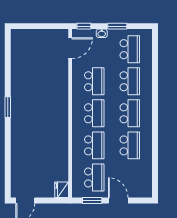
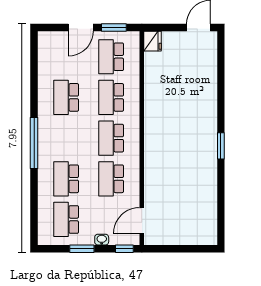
window: (155, 110) -> (34, 143), added
school desk: (130, 113) -> (66, 138), removed
door: (118, 201) -> (81, 27), hinge flipped

